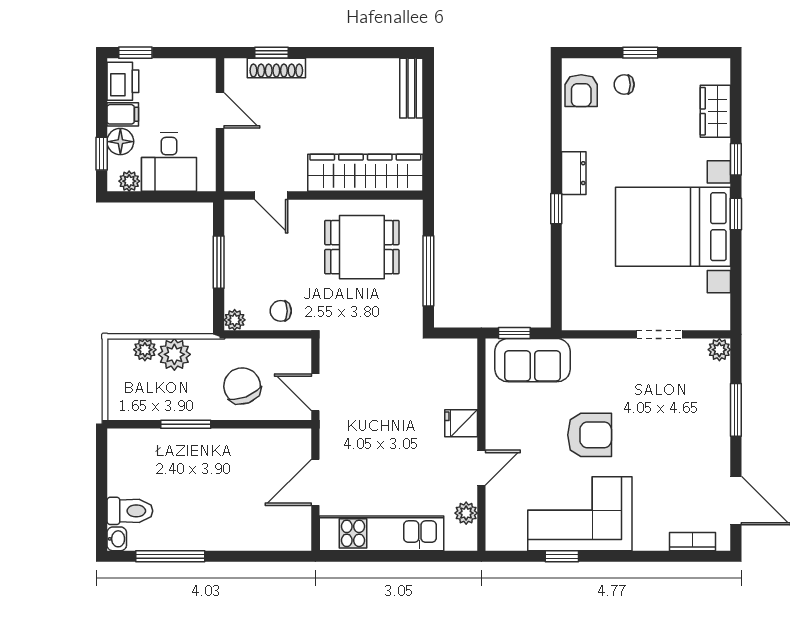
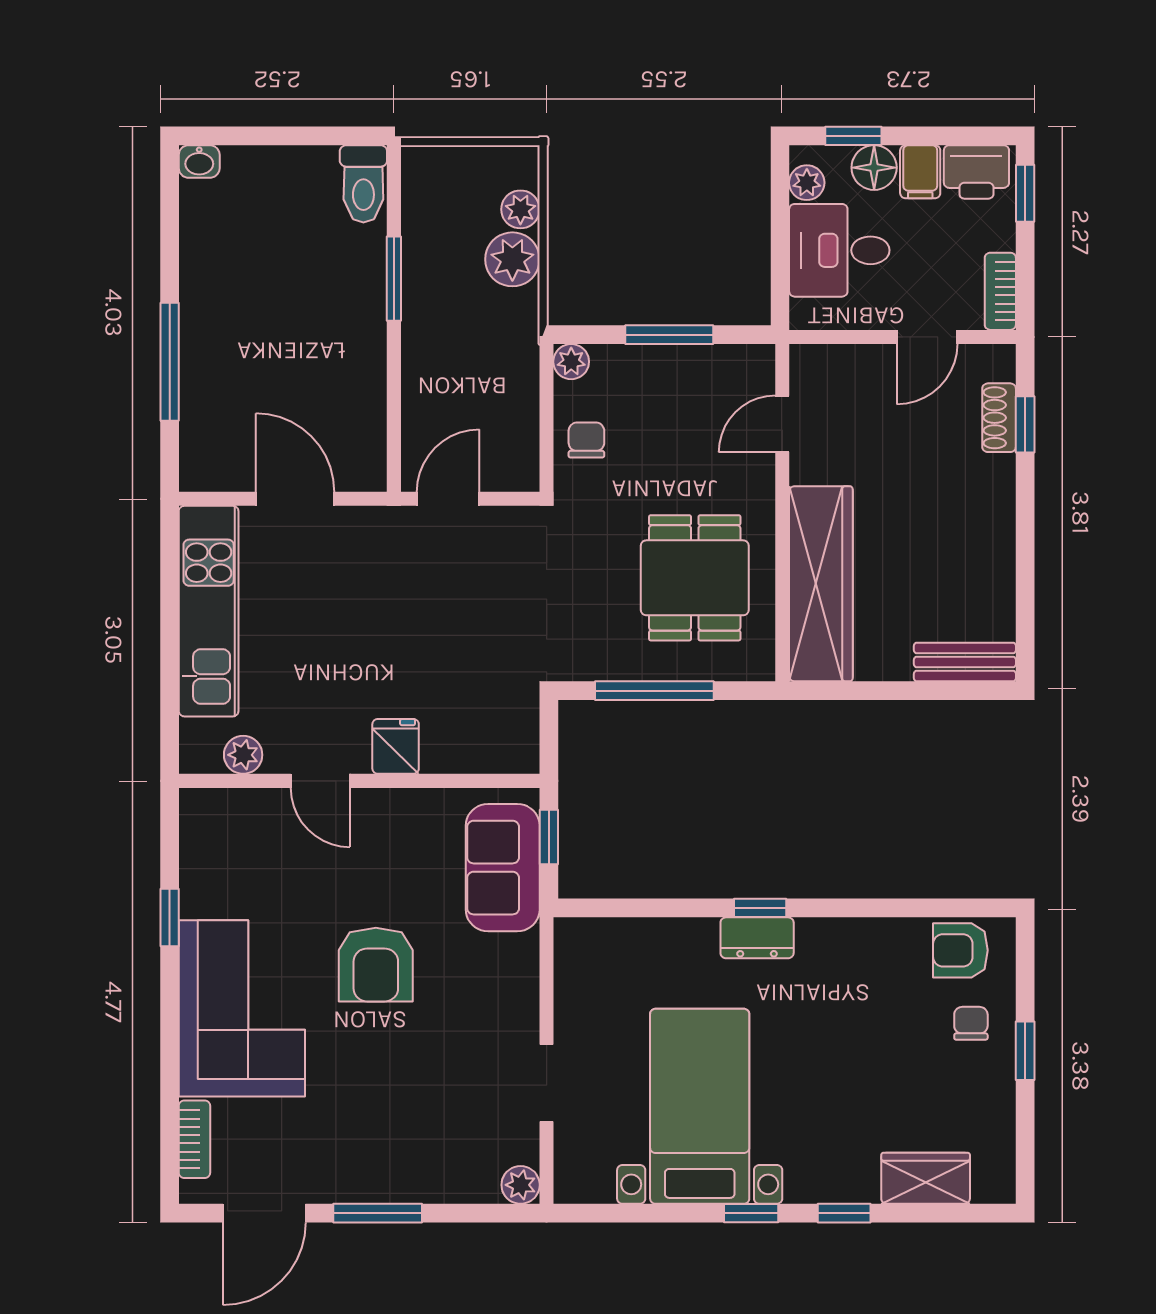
bookcase: (193, 67) -> (1000, 291), added
shoe rack: (276, 68) -> (999, 418), width x0.70
dresser: (574, 173) -> (757, 938), moved
bed with nightstands: (673, 227) -> (700, 1106), width x0.73
chair: (242, 386) -> (459, 374), removed
window: (736, 410) -> (378, 1213), moved
toilet: (130, 511) -> (363, 184), moved
corner sofa: (580, 514) -> (242, 1008), moved
window: (170, 556) -> (170, 362), moved

